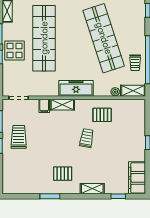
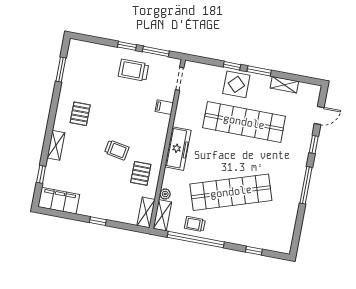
shelving: (62, 105) -> (146, 212), moved
trolley: (19, 137) -> (134, 70), turned 180
window: (50, 196) -> (61, 70), moved

